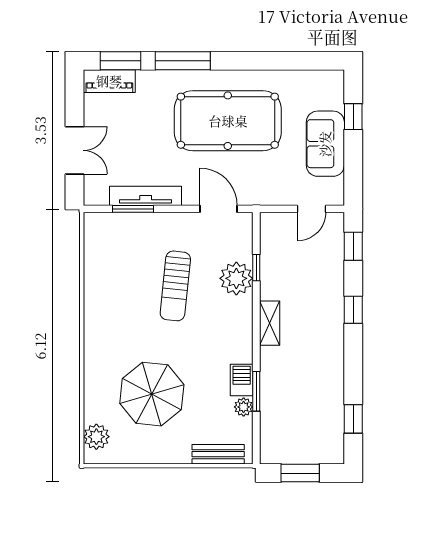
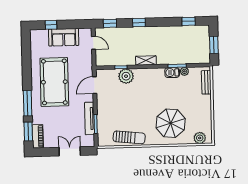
sun lounger: (175, 286) -> (129, 137), moved
parasol: (152, 394) -> (171, 123), moved

